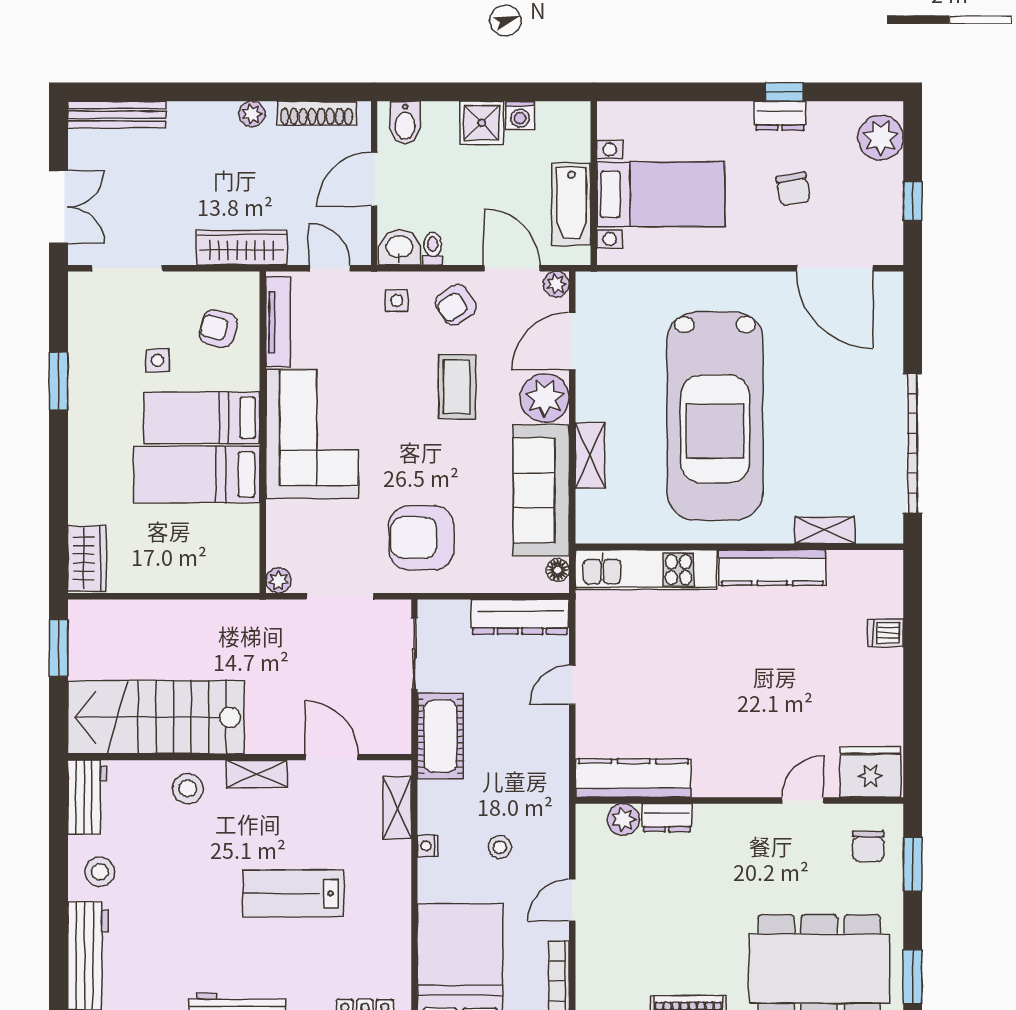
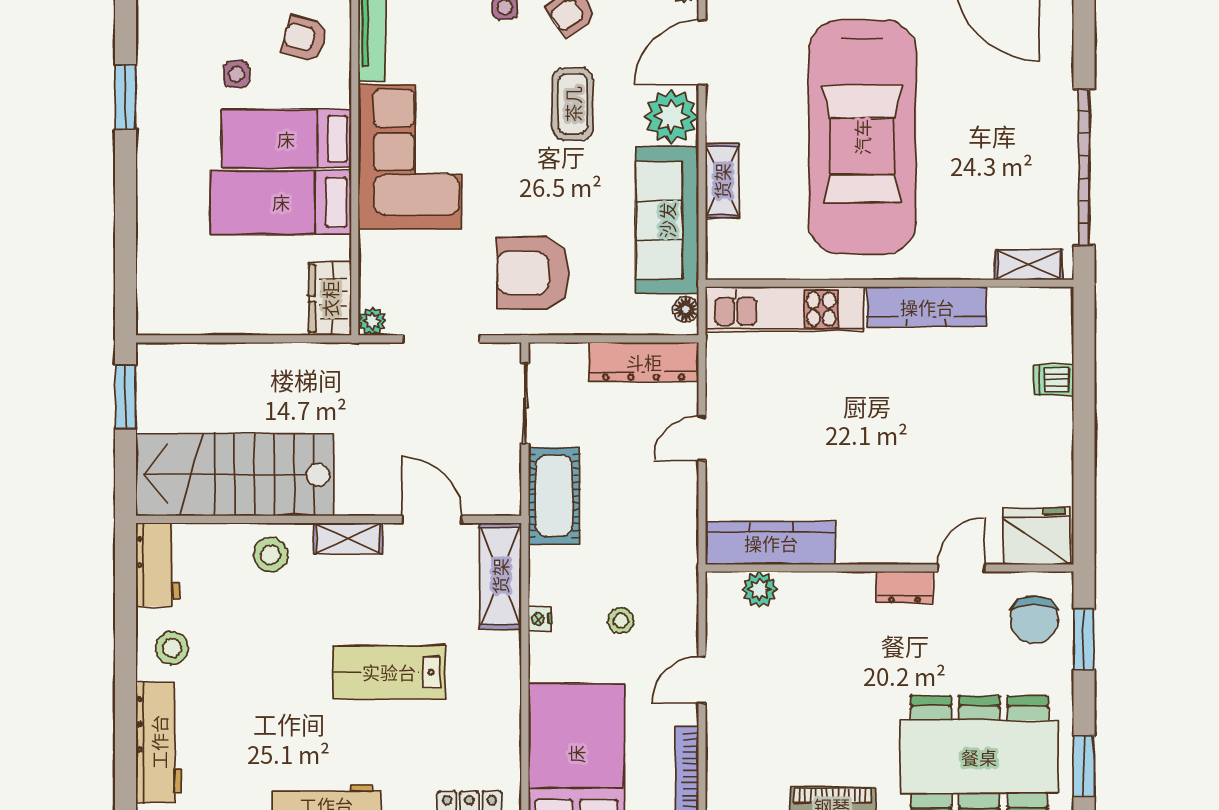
shelving: (825, 530) -> (1029, 265), moved
wardrobe: (87, 558) -> (330, 299), moved, turned 180
shelving: (397, 808) -> (500, 576), width x1.50, depth x1.33
dresser: (667, 818) -> (905, 587), moved
chair: (868, 846) -> (1034, 619), width x1.37, depth x1.37

